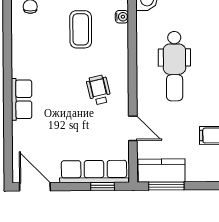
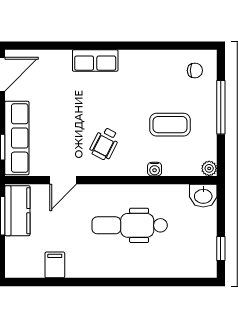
water cooler: (122, 17) -> (155, 169), moved
wheelchair: (99, 90) -> (105, 144), turned 130

